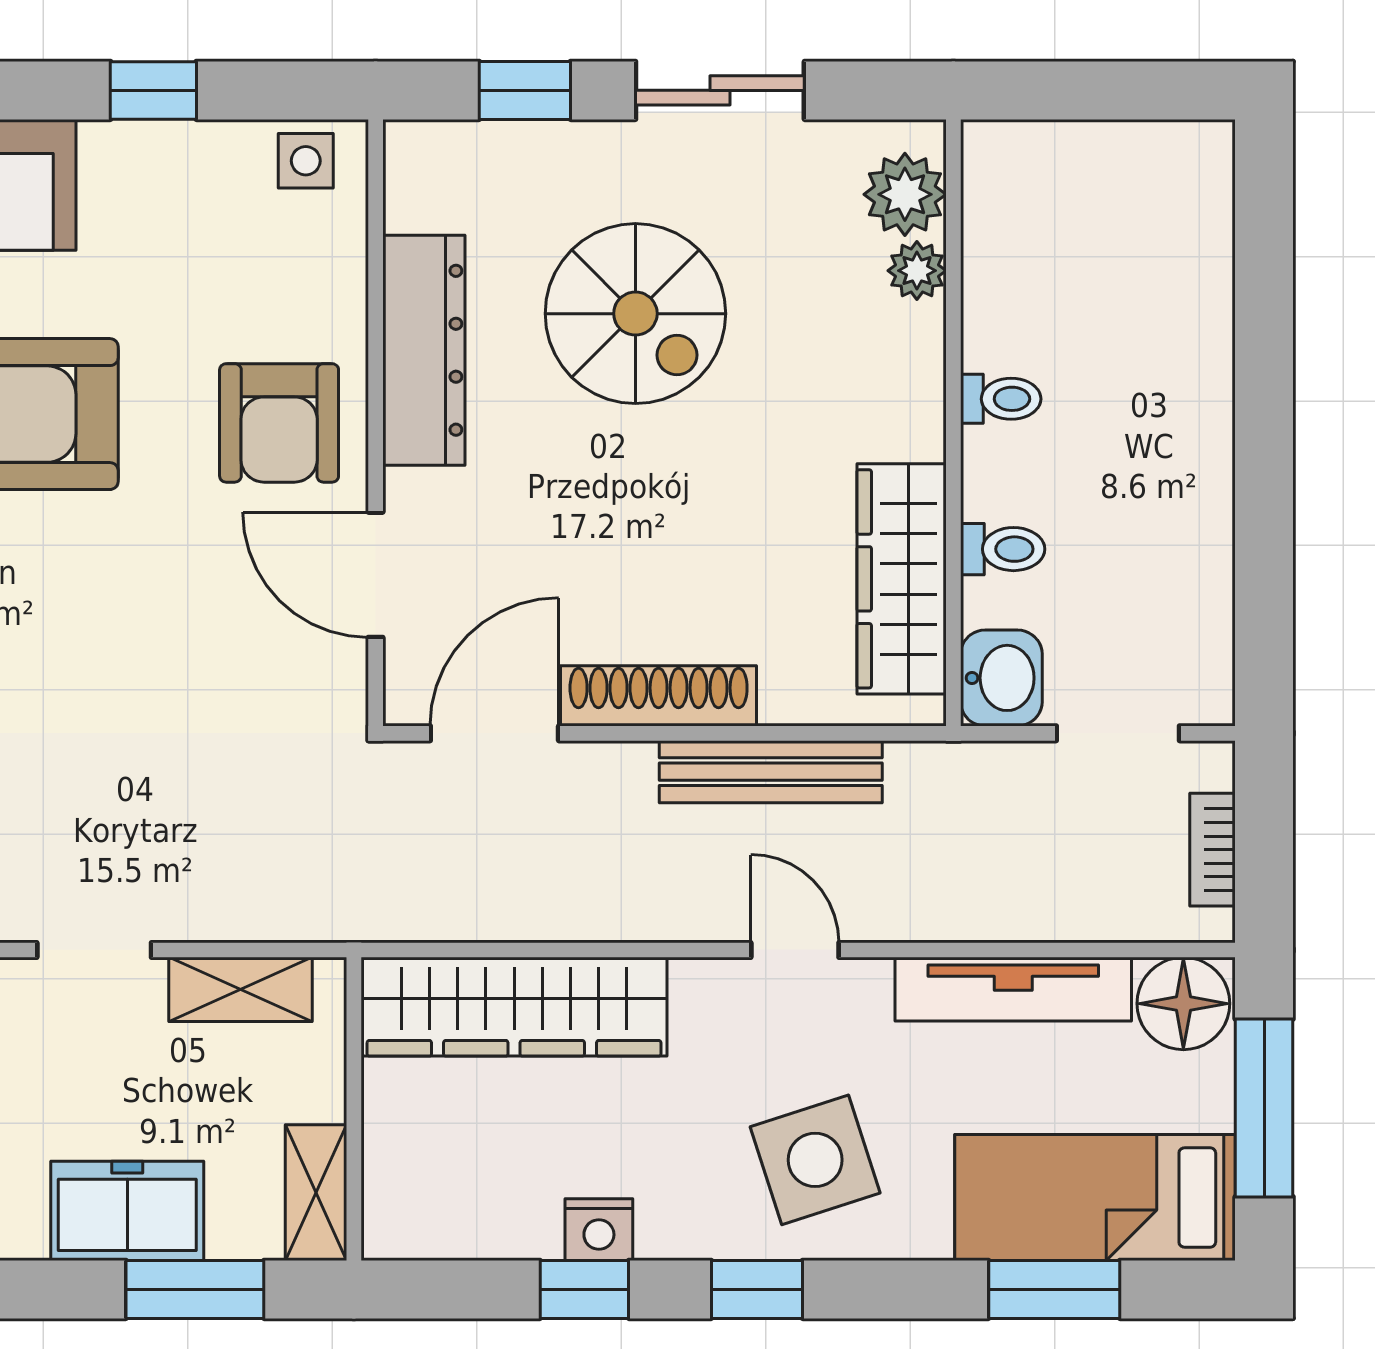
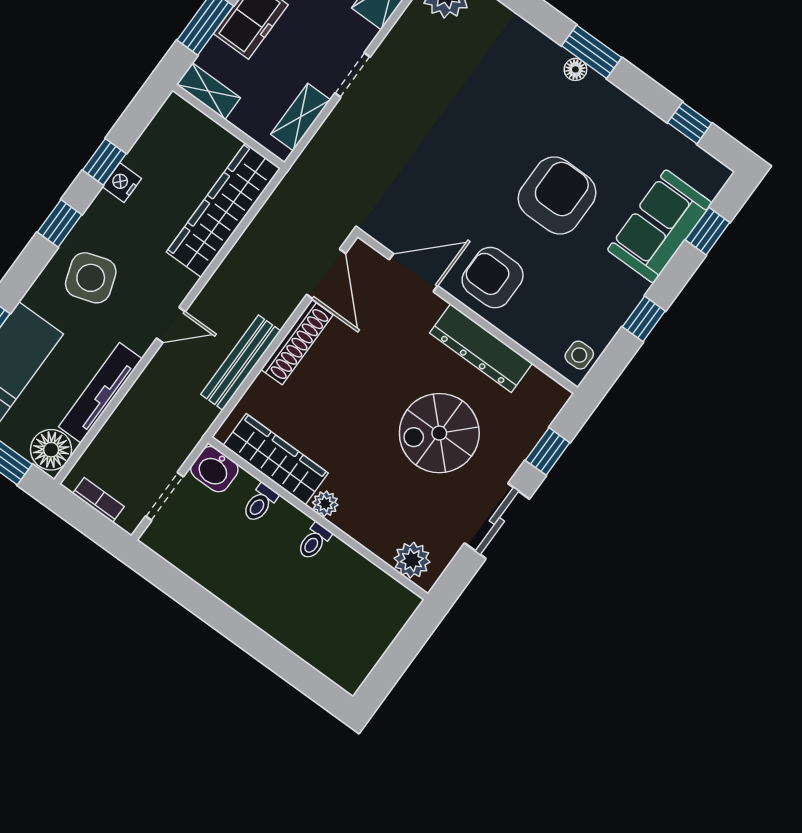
plant: (917, 271) -> (325, 504), moved

